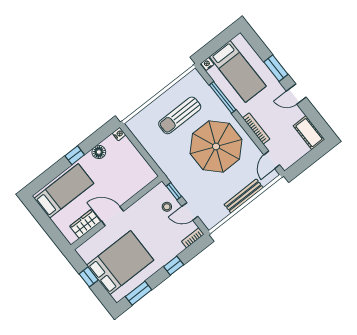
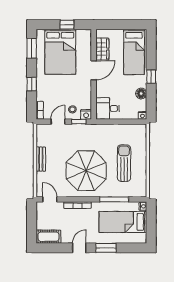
desk: (139, 173) -> (108, 108), added
nightstand: (161, 190) -> (86, 114), added
bench: (244, 196) -> (41, 159), width x0.73

